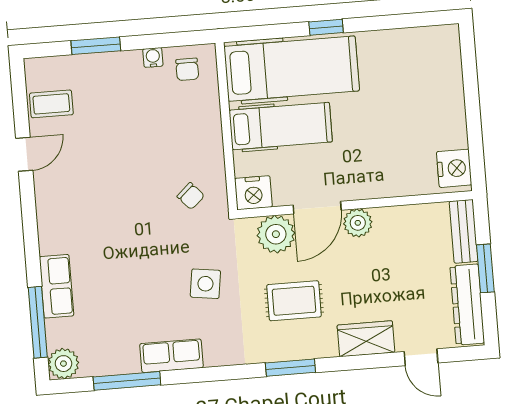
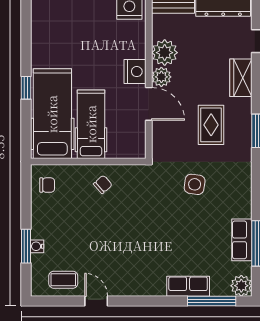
water cooler: (153, 57) -> (37, 246), moved
coffee table: (51, 104) -> (63, 280), turned 90
nightstand: (253, 193) -> (135, 72), moved
chair: (191, 196) -> (103, 184), moved
plant: (276, 234) -> (165, 53), moved
row of seats: (171, 356) -> (242, 240), moved

